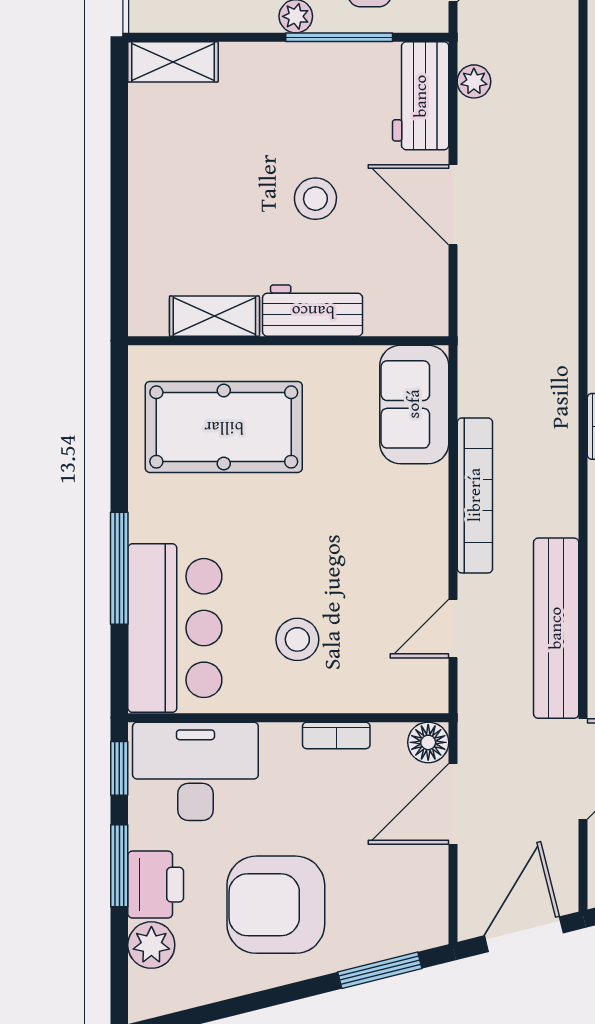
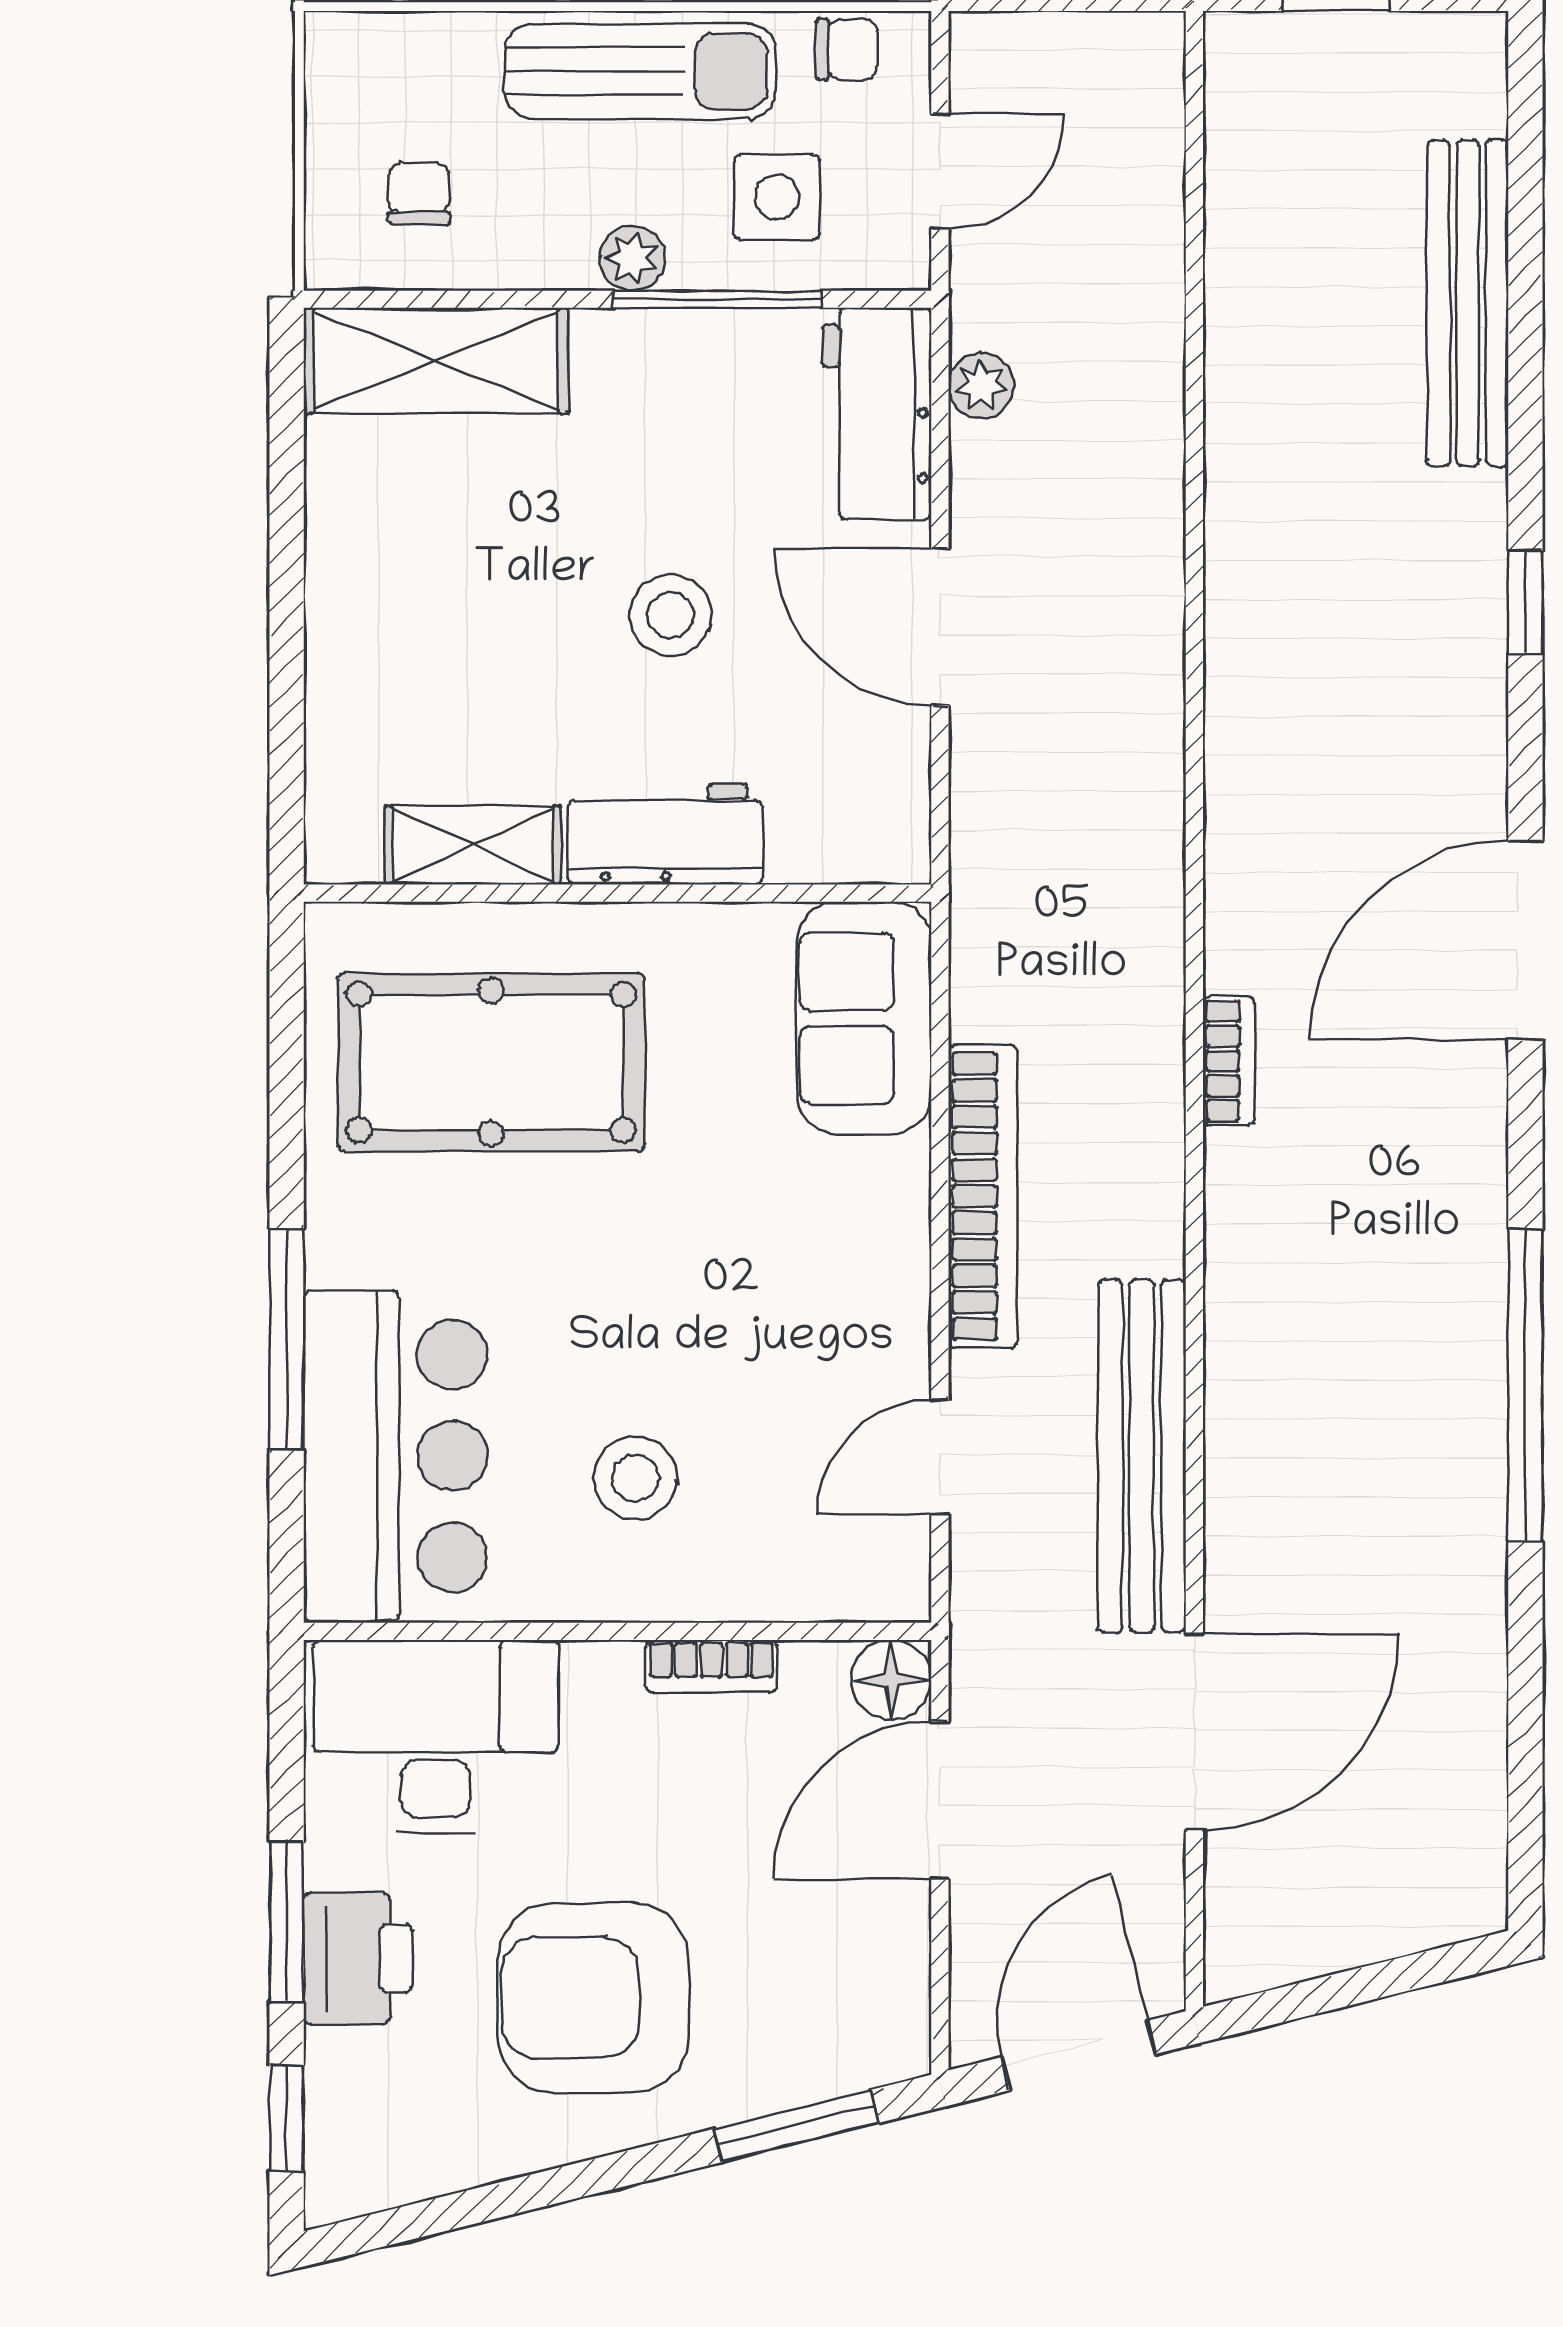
shelving: (173, 62) -> (436, 361), width x1.50, depth x1.33
window: (119, 768) -> (287, 2118), moved
plant: (151, 945) -> (349, 2077), removed

